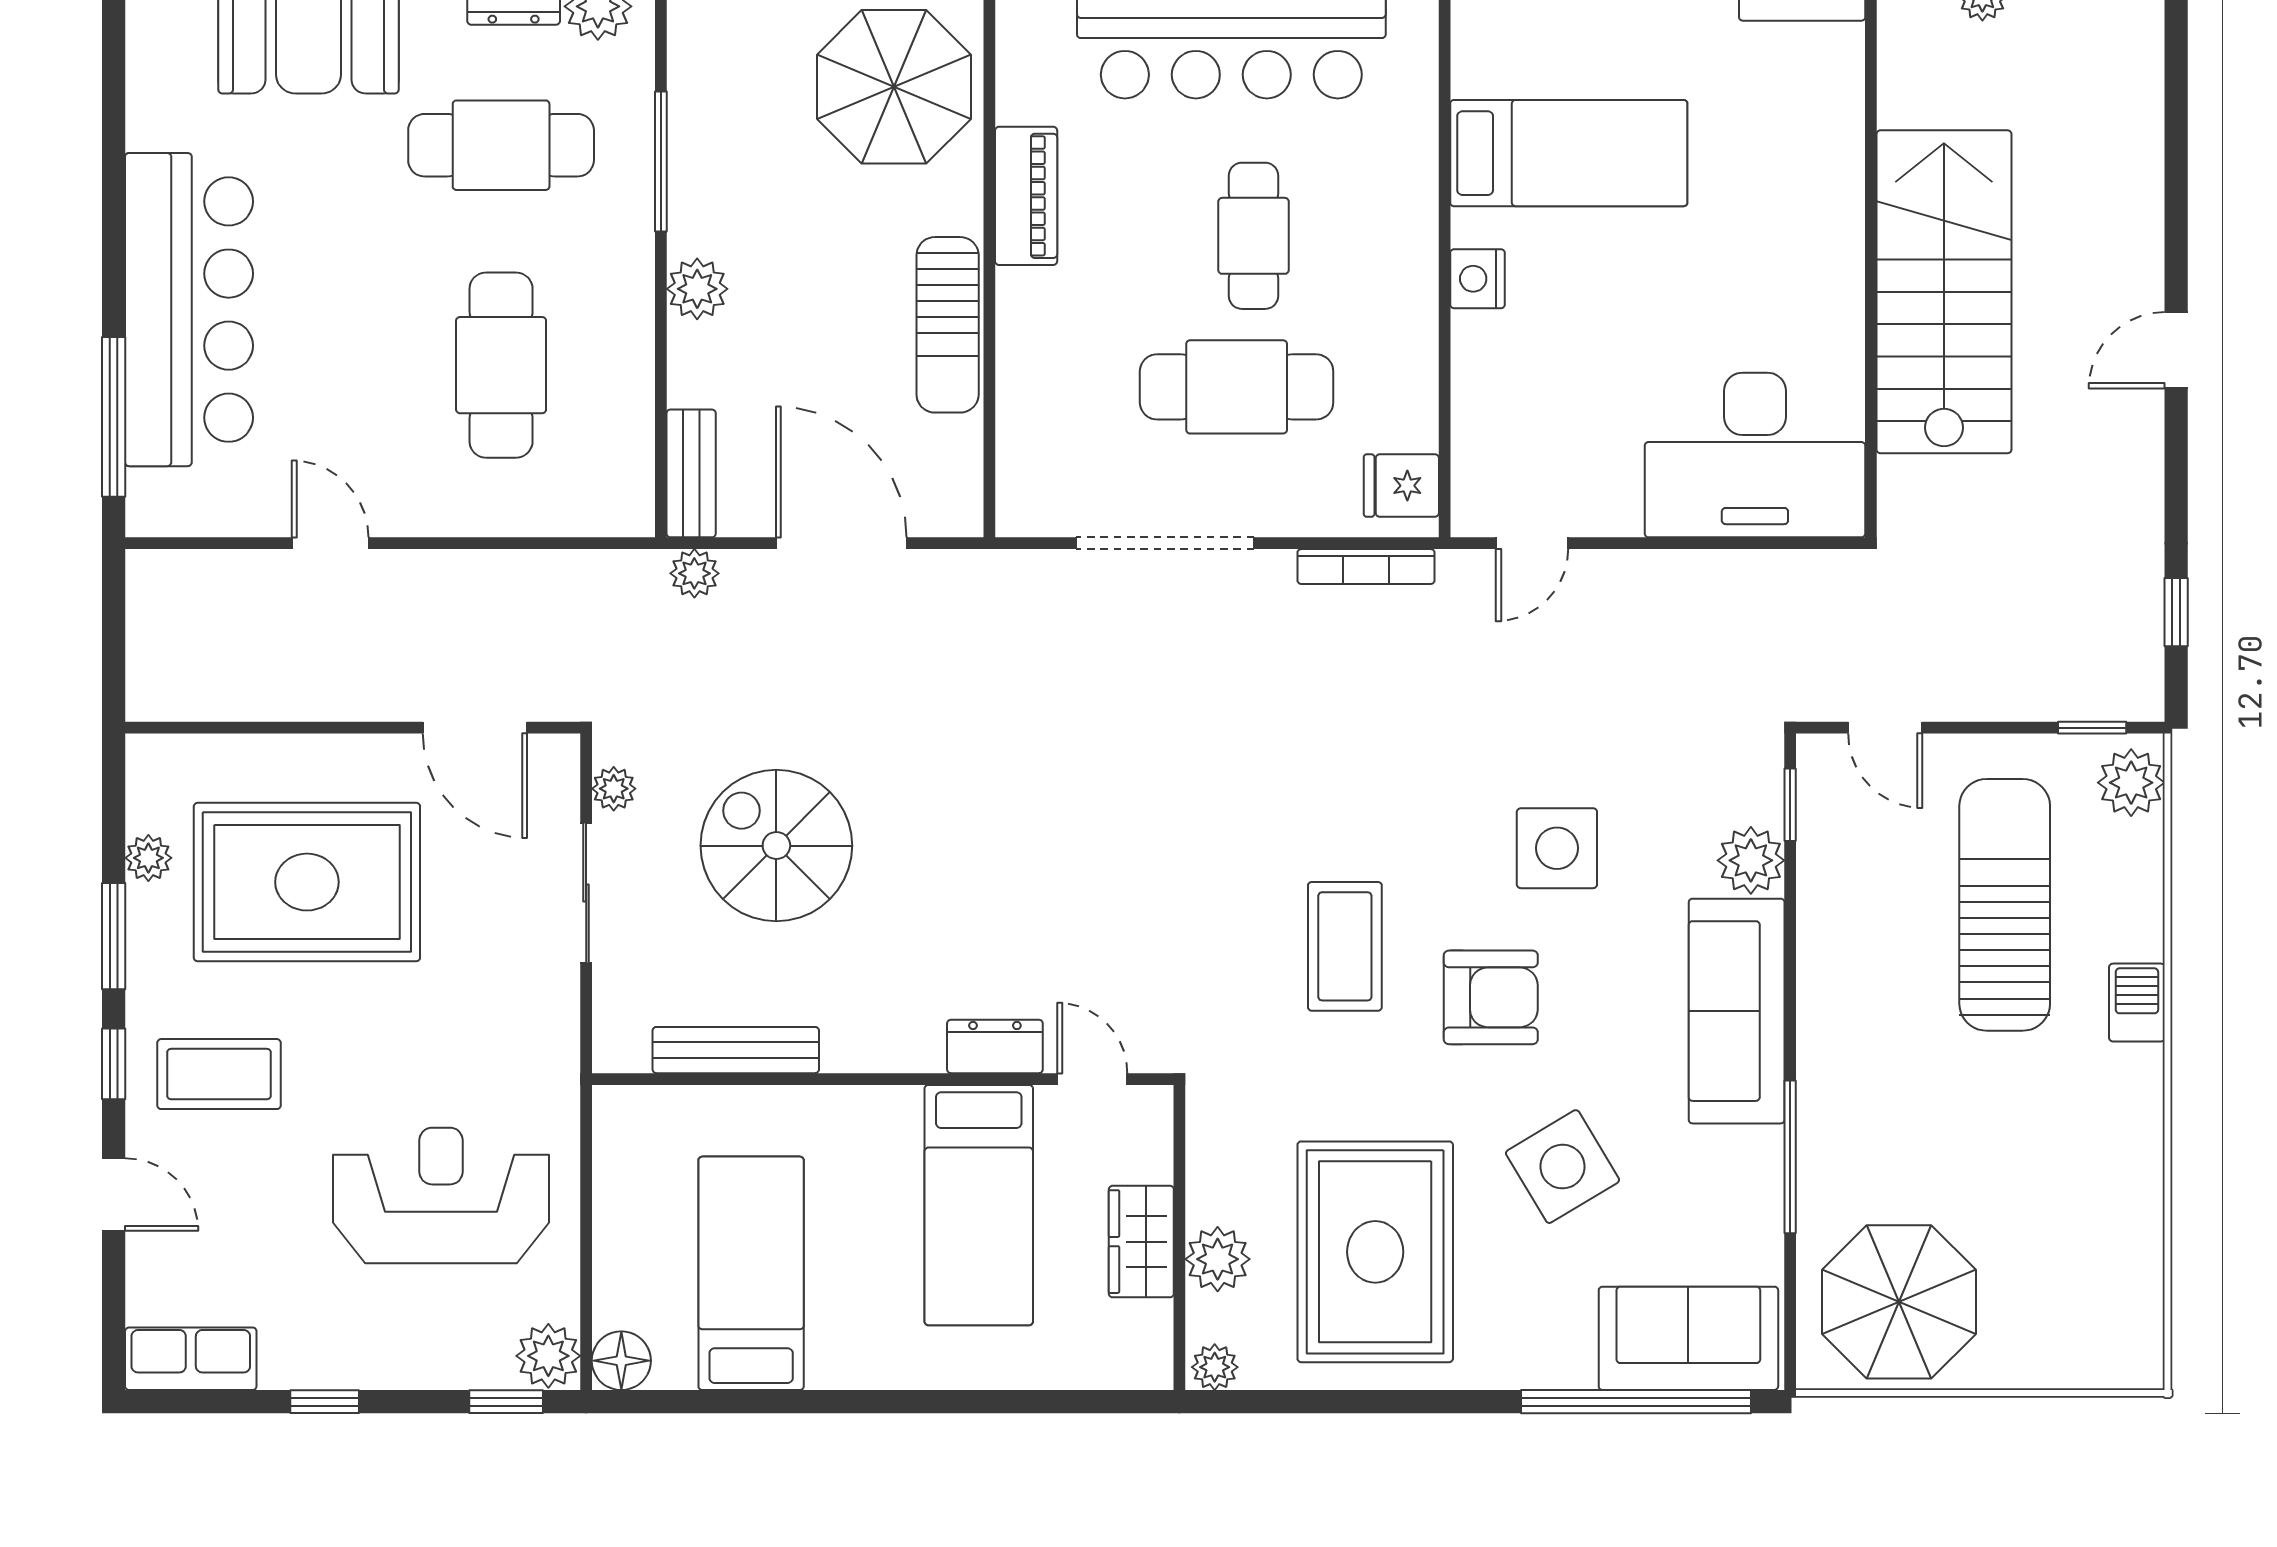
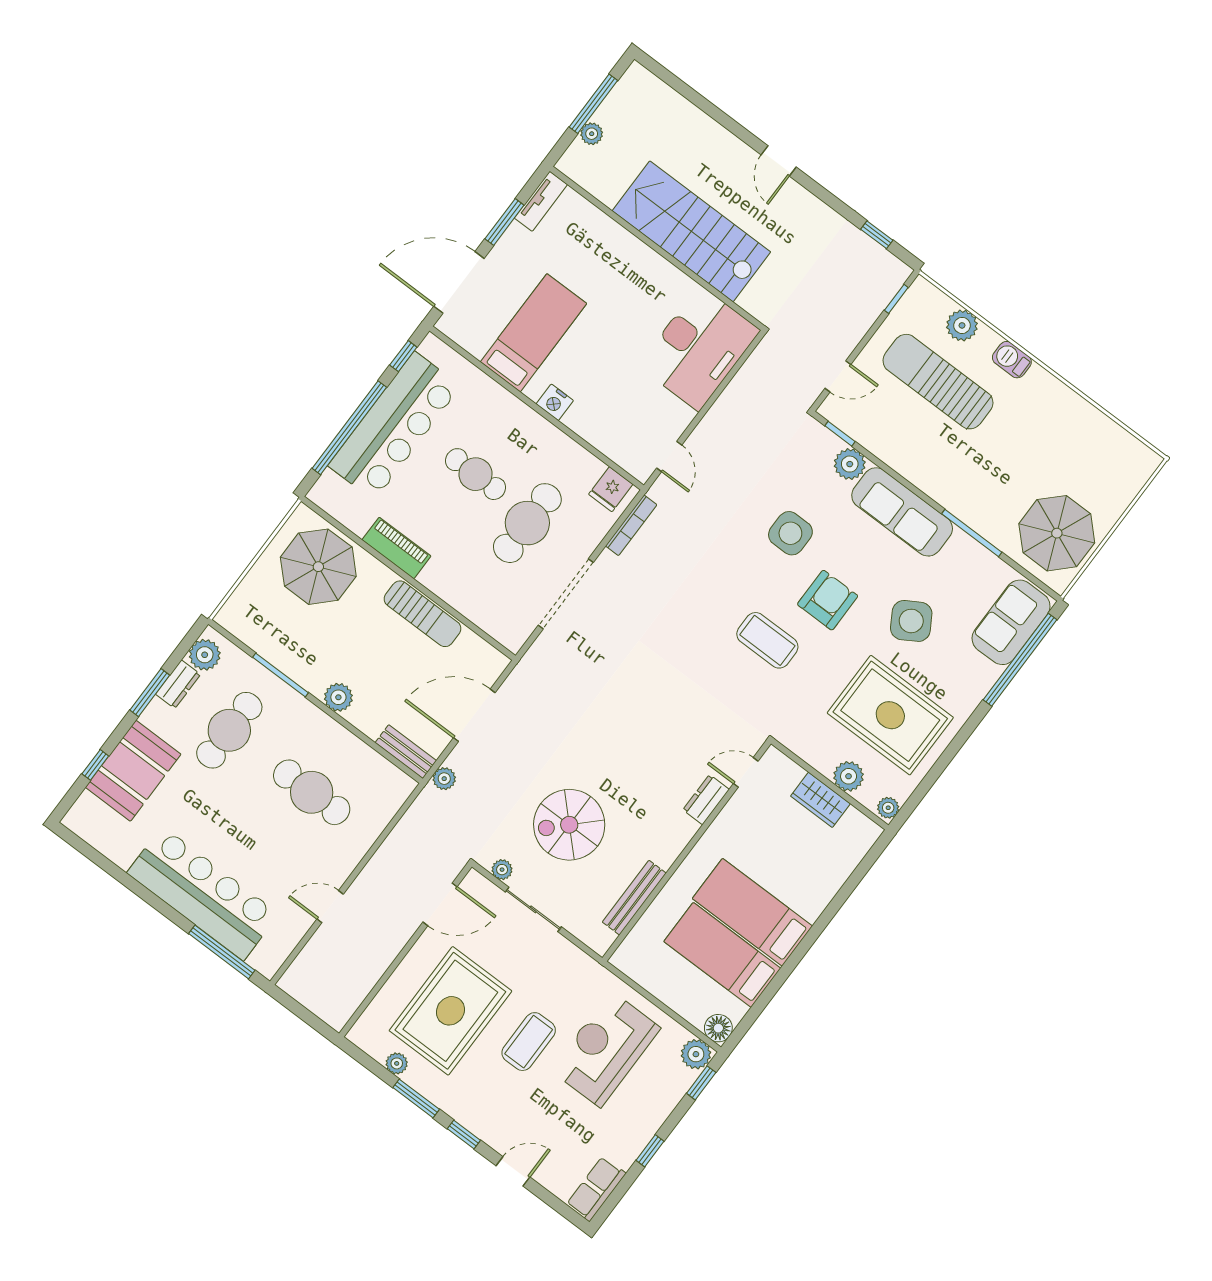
plant: (2131, 783) -> (962, 325), moved
coffee table: (219, 1074) -> (529, 1042), moved
bed: (979, 1205) -> (752, 912), moved, turned 180

